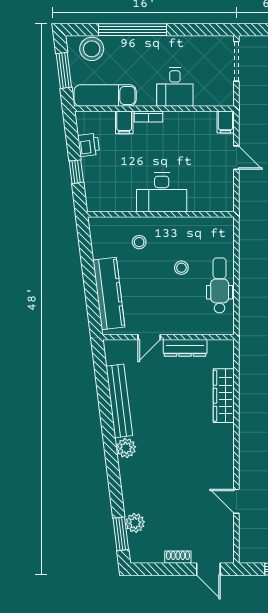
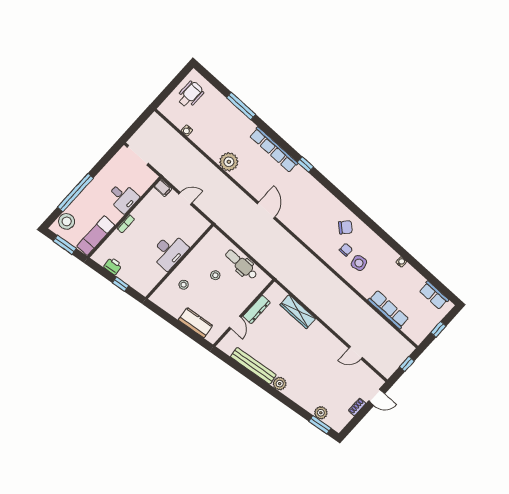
filing cabinet: (124, 122) -> (118, 238), removed
kitchen counter: (109, 293) -> (195, 323), width x0.67

